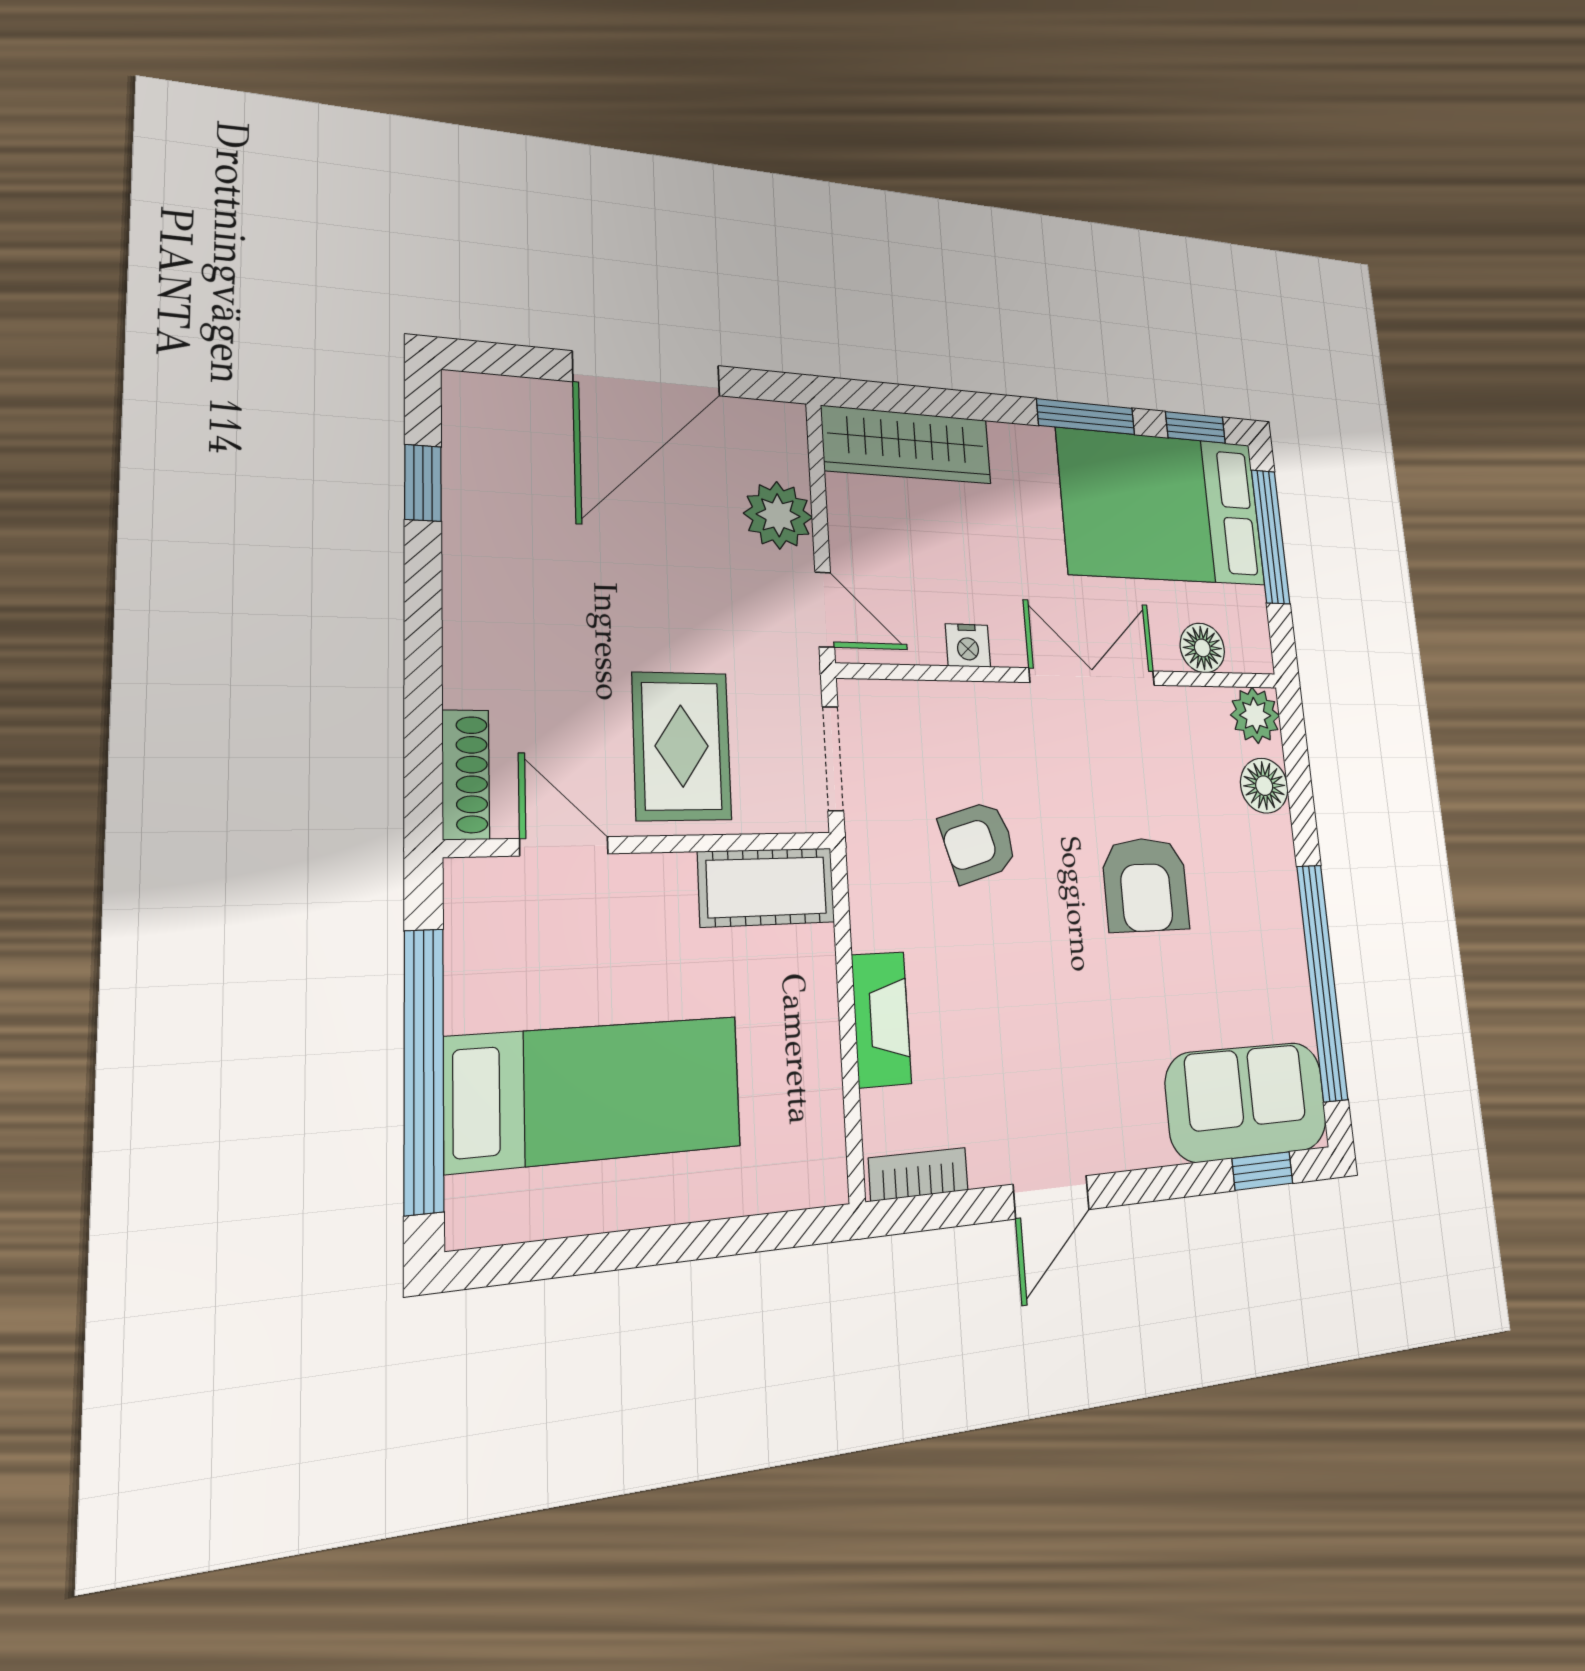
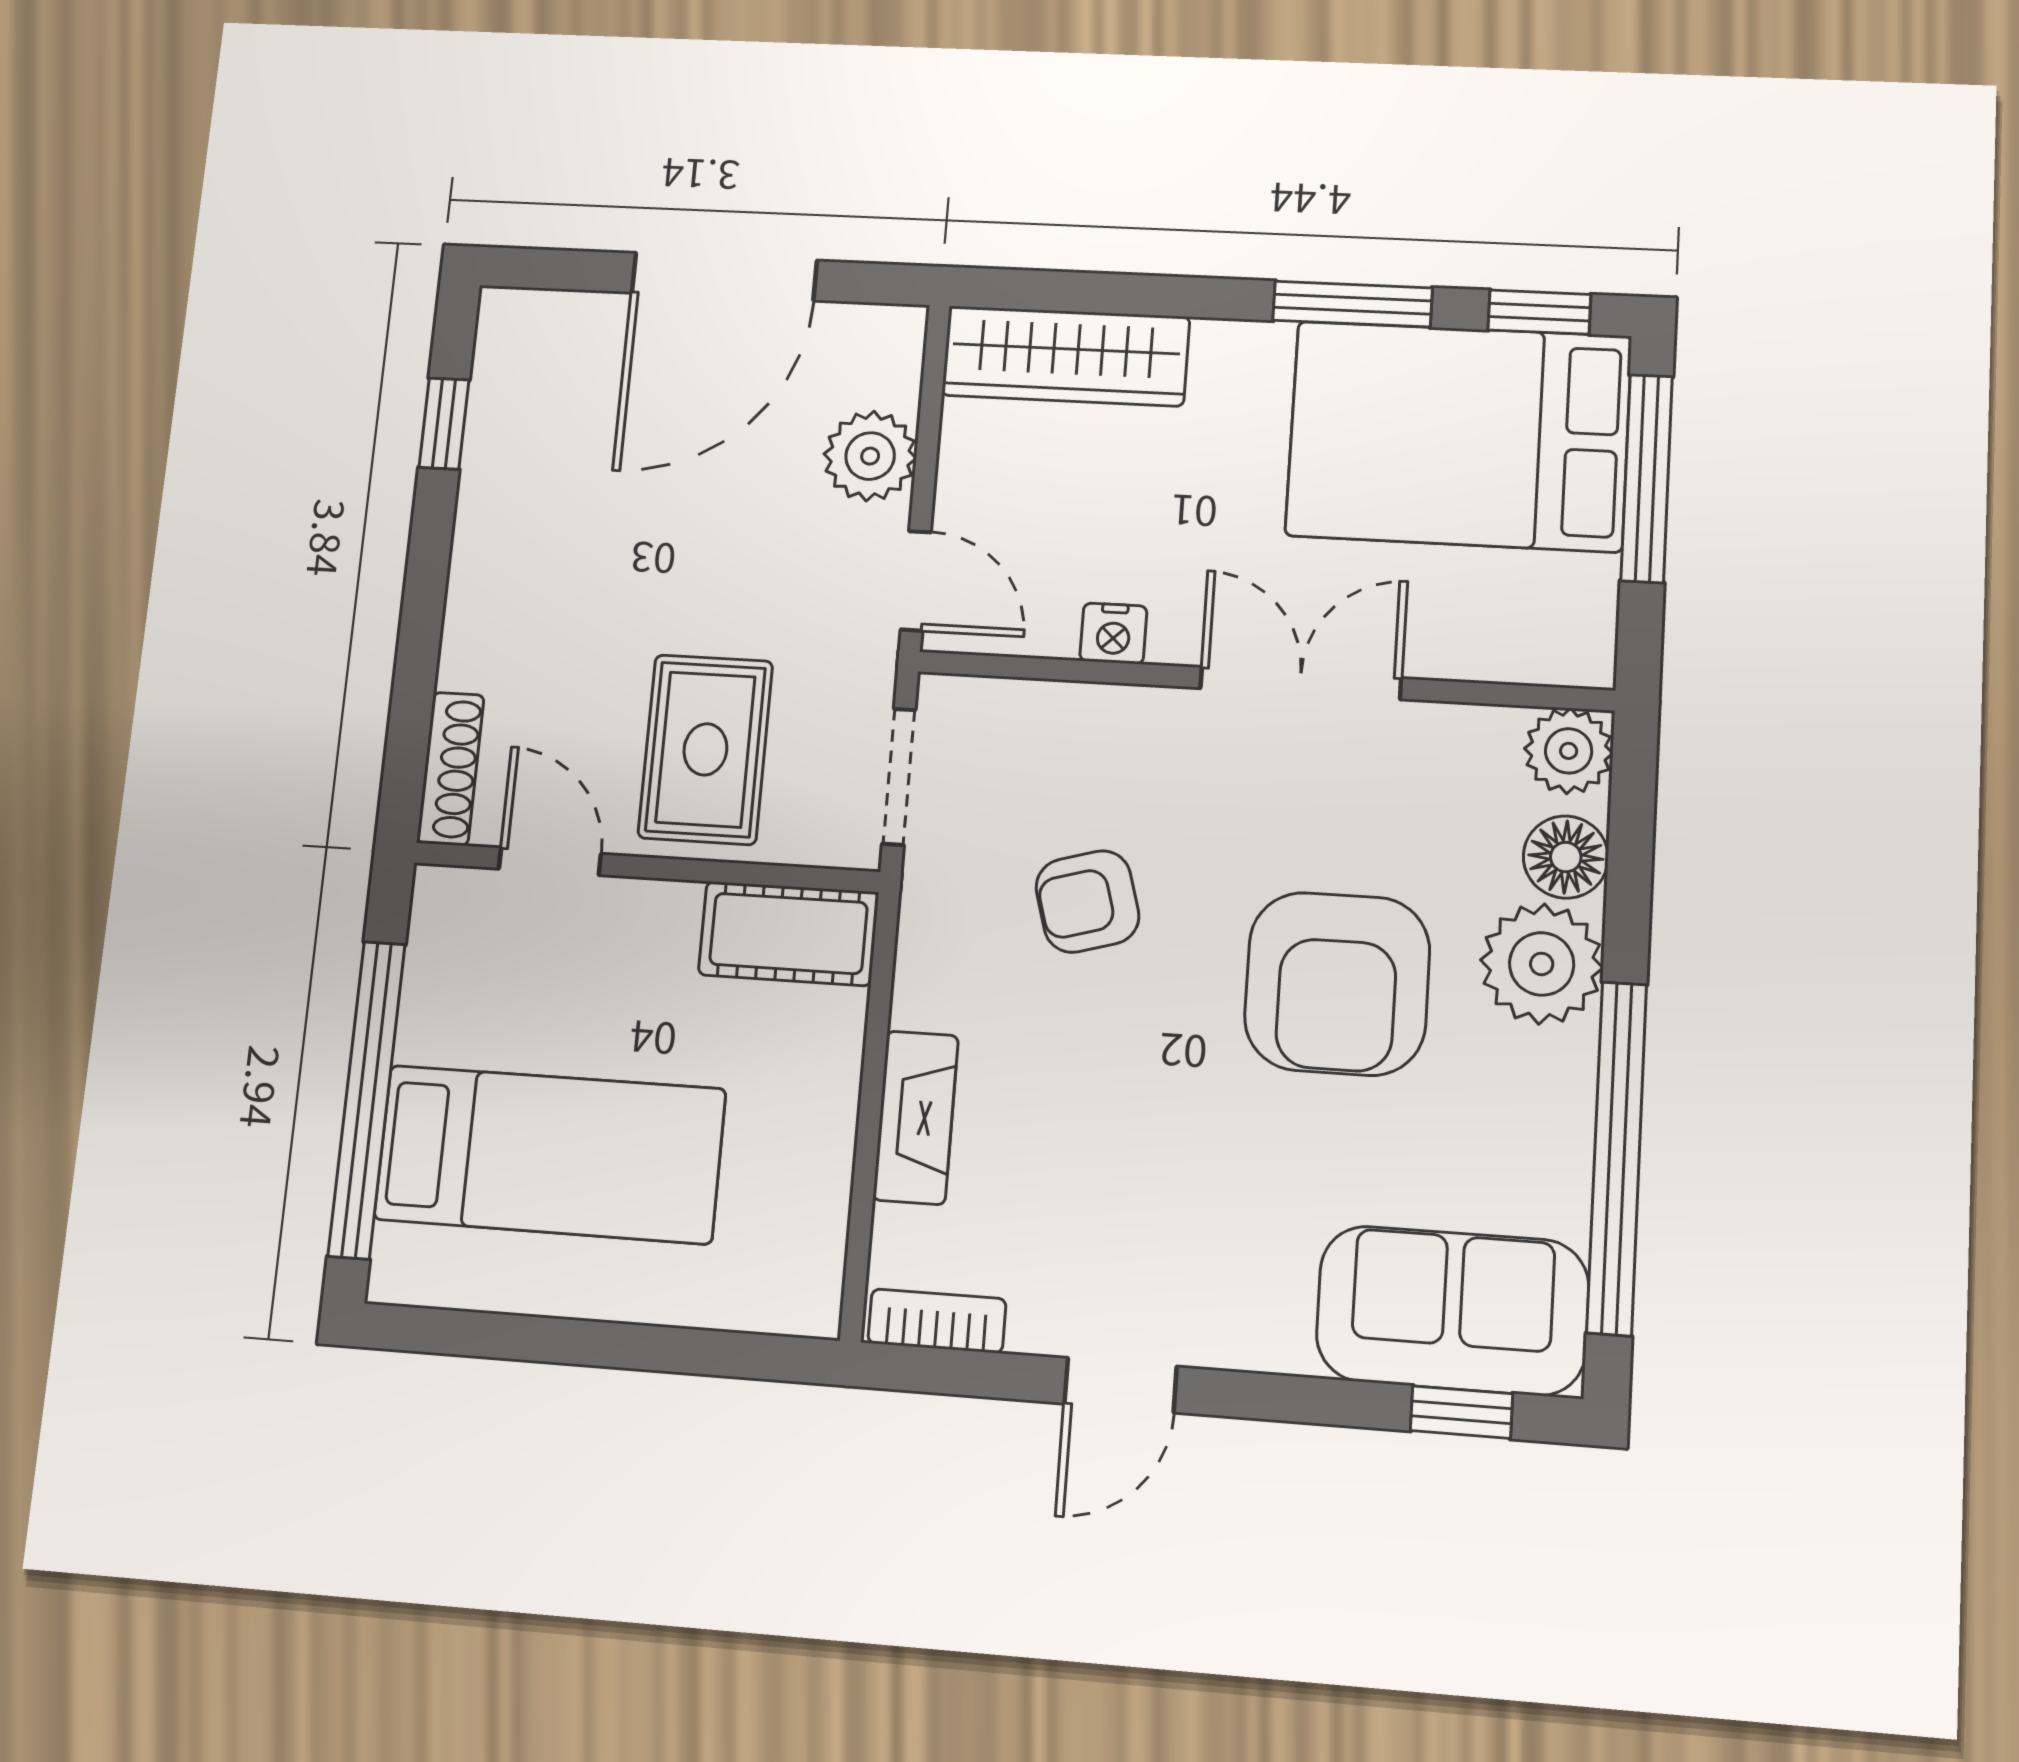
floor lamp: (1202, 648) -> (1493, 647), removed
plant: (1262, 858) -> (1542, 964), added
armchair: (1146, 885) -> (1337, 984), width x1.36, depth x1.36

